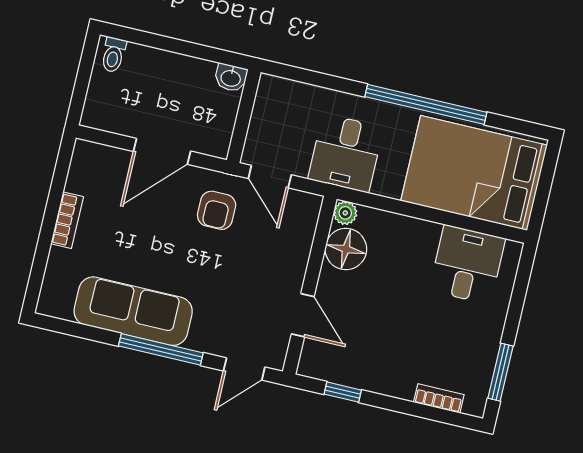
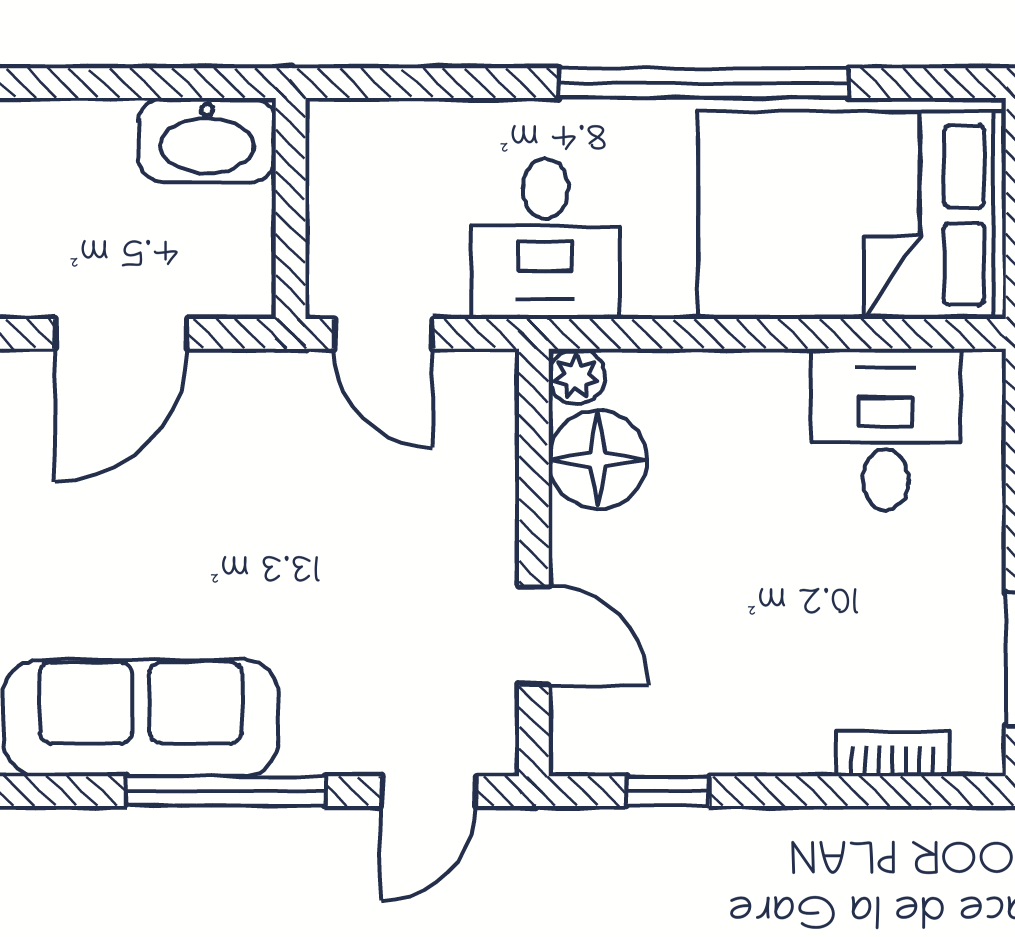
washbasin: (231, 78) -> (207, 140), width x1.91, depth x1.45
armchair: (217, 210) -> (279, 440), removed

